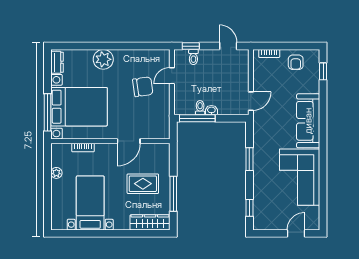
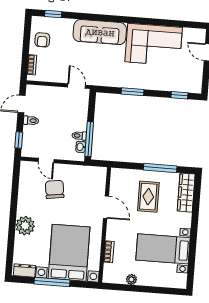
toilet: (193, 57) -> (31, 121), moved
armchair: (296, 62) -> (42, 40), turned 90
washbasin: (211, 110) -> (81, 147), moved
window: (47, 112) -> (52, 282), moved

